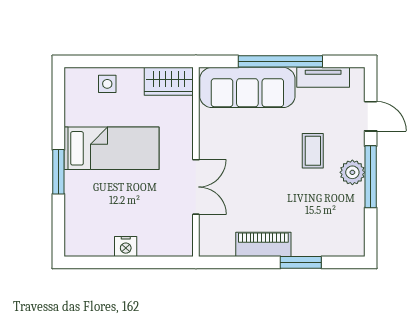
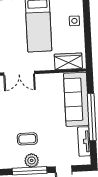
wardrobe: (169, 81) -> (68, 61), moved, turned 90
coffee table: (313, 151) -> (27, 139), moved

